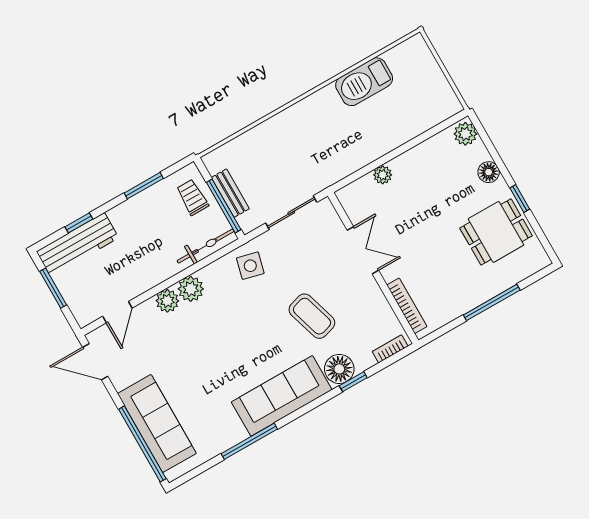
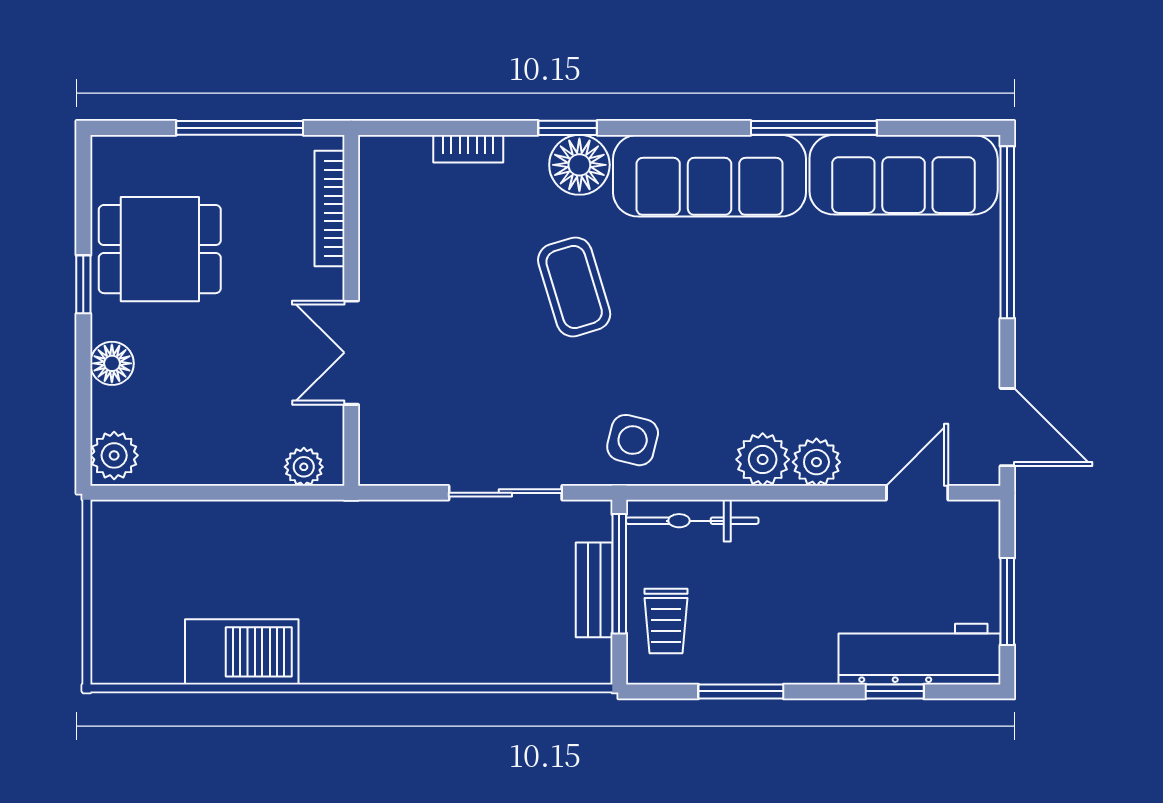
double door: (363, 250) -> (351, 353), moved
wall: (373, 268) -> (351, 310), moved
bookcase: (407, 306) -> (330, 209), moved
sofa: (157, 423) -> (904, 175), moved, turned -90

